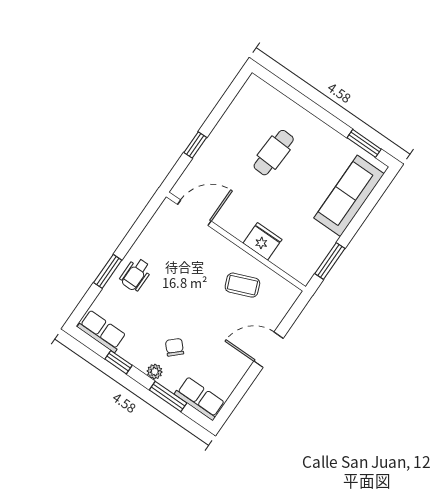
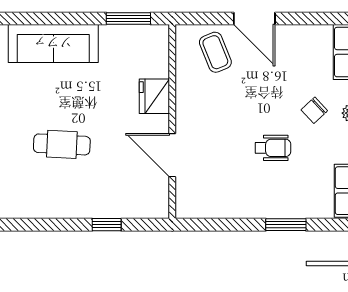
door: (194, 213) -> (172, 155), moved
wheelchair: (136, 275) -> (273, 148), moved
coffee table: (242, 285) -> (215, 52), moved

